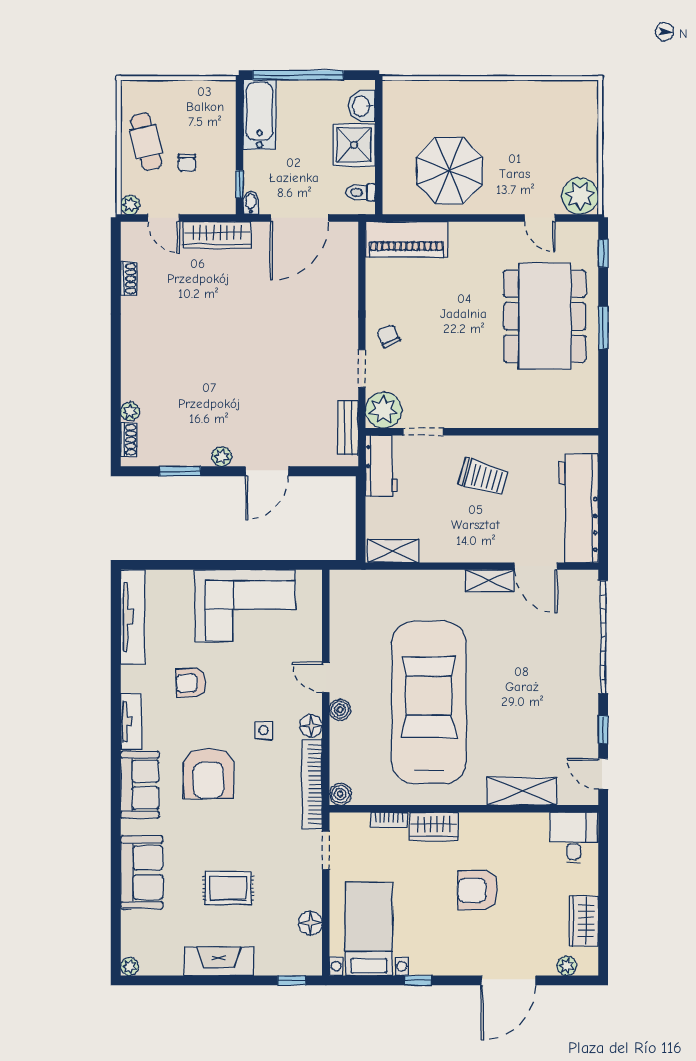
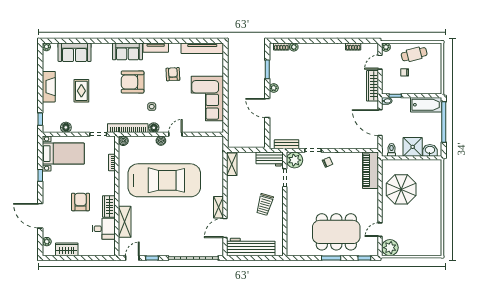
wardrobe: (434, 826) -> (109, 206), moved
desk: (573, 838) -> (104, 229), moved
sofa: (142, 872) -> (75, 52), moved

